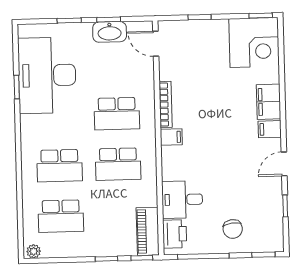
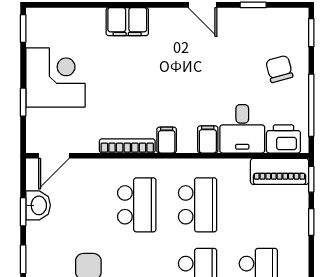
washbasin: (110, 32) -> (38, 205), width x0.72
corner desk: (254, 42) -> (55, 78), moved
filing cabinet: (270, 129) -> (208, 139), moved, turned 180
chair: (233, 229) -> (279, 69), turned -97

